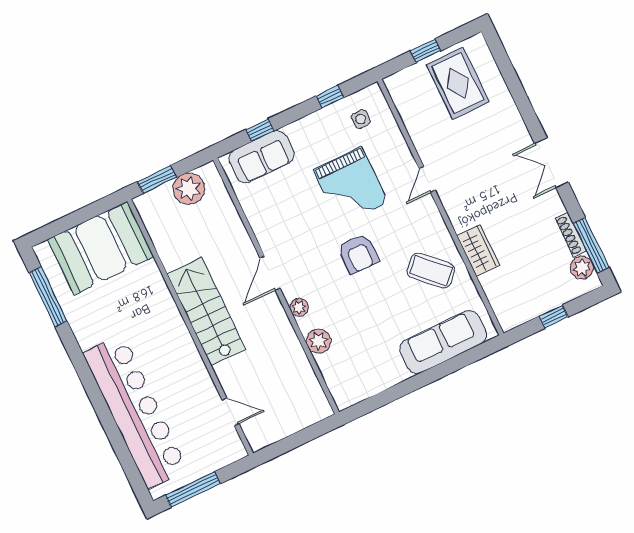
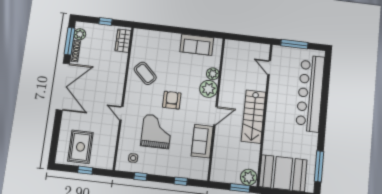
sofa: (262, 157) -> (202, 141), moved, turned -90
double door: (552, 163) -> (63, 87), width x1.87
door: (427, 179) -> (121, 113), swing flipped
plant: (189, 189) -> (249, 177), moved
wardrobe: (478, 250) -> (123, 41), moved
plant: (299, 307) -> (208, 89), width x1.87, depth x1.87
sofa: (443, 342) -> (197, 45), moved, width x0.73
window: (193, 490) -> (294, 44), moved

